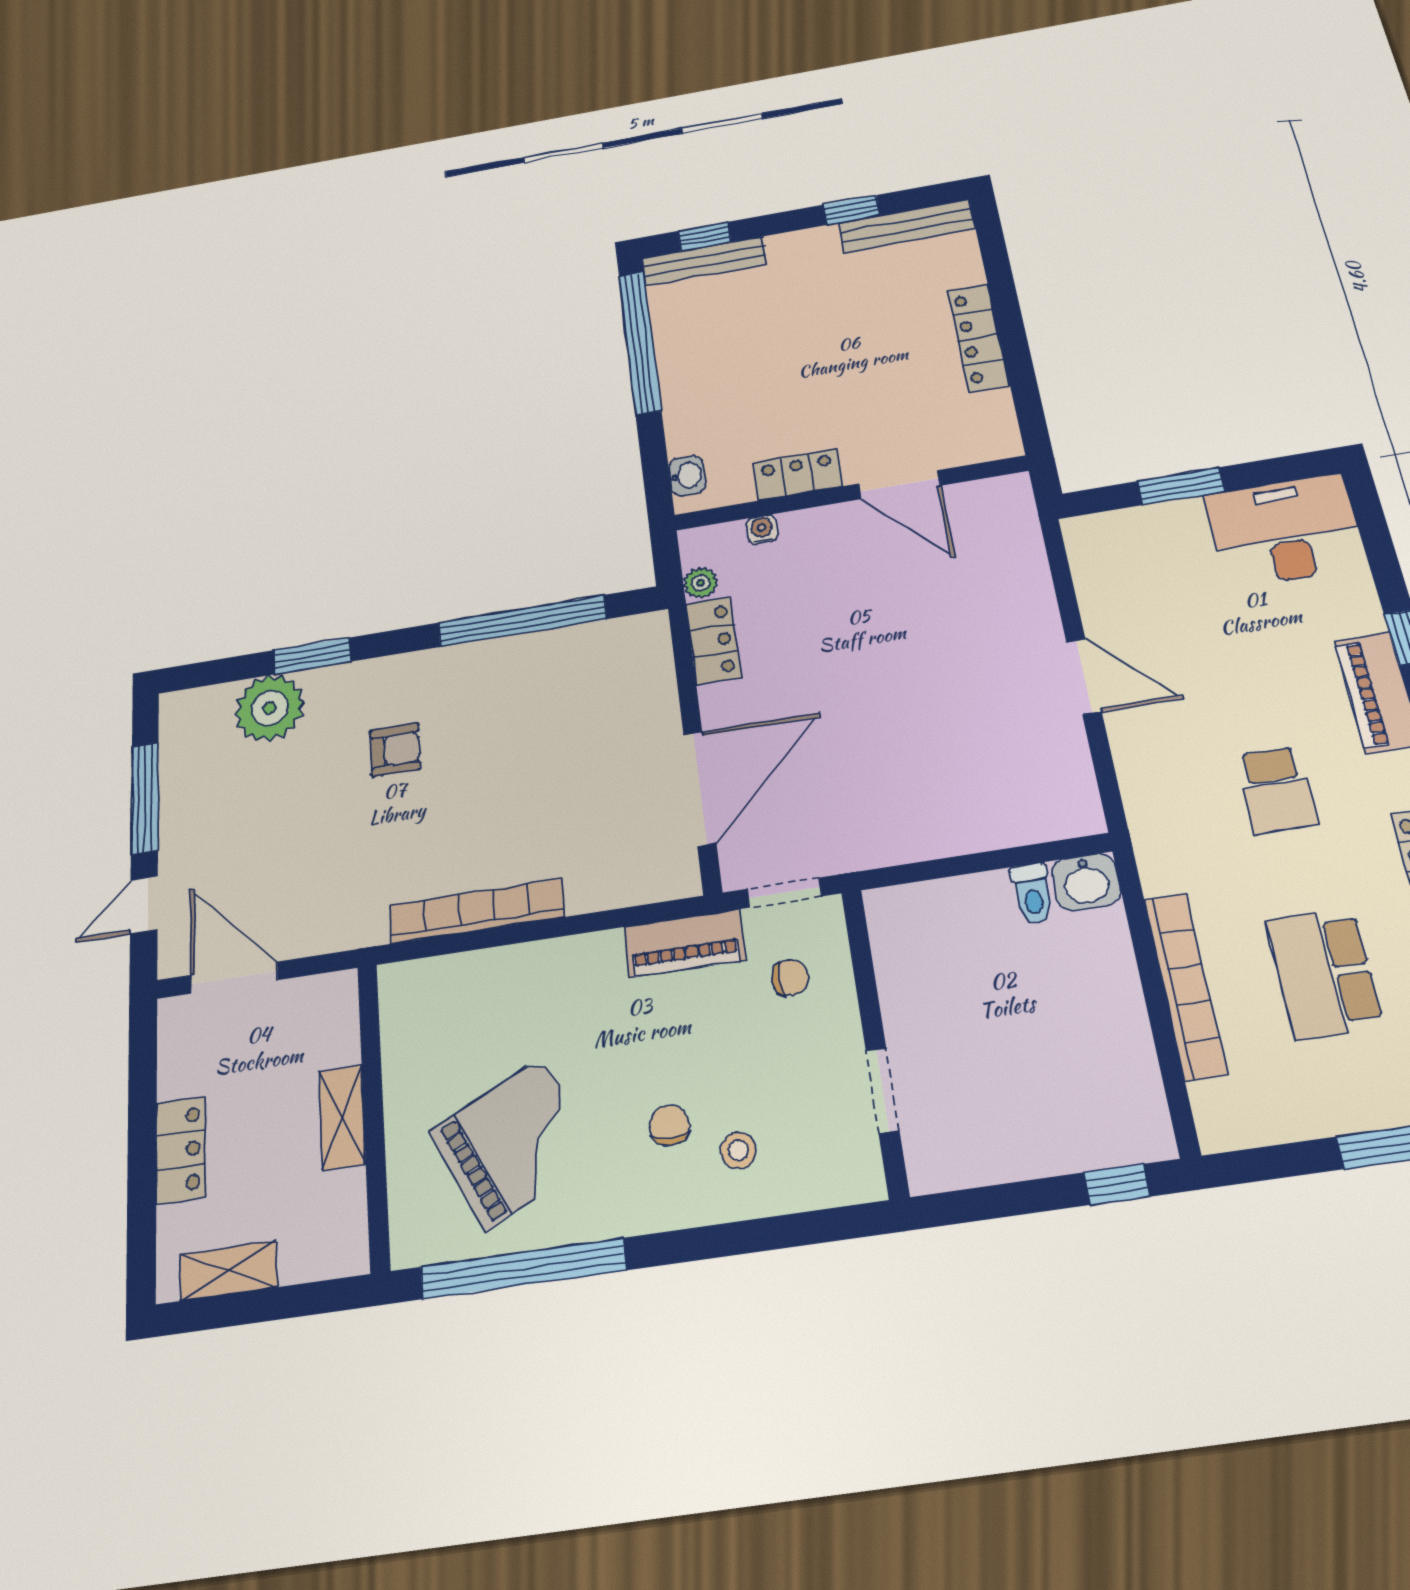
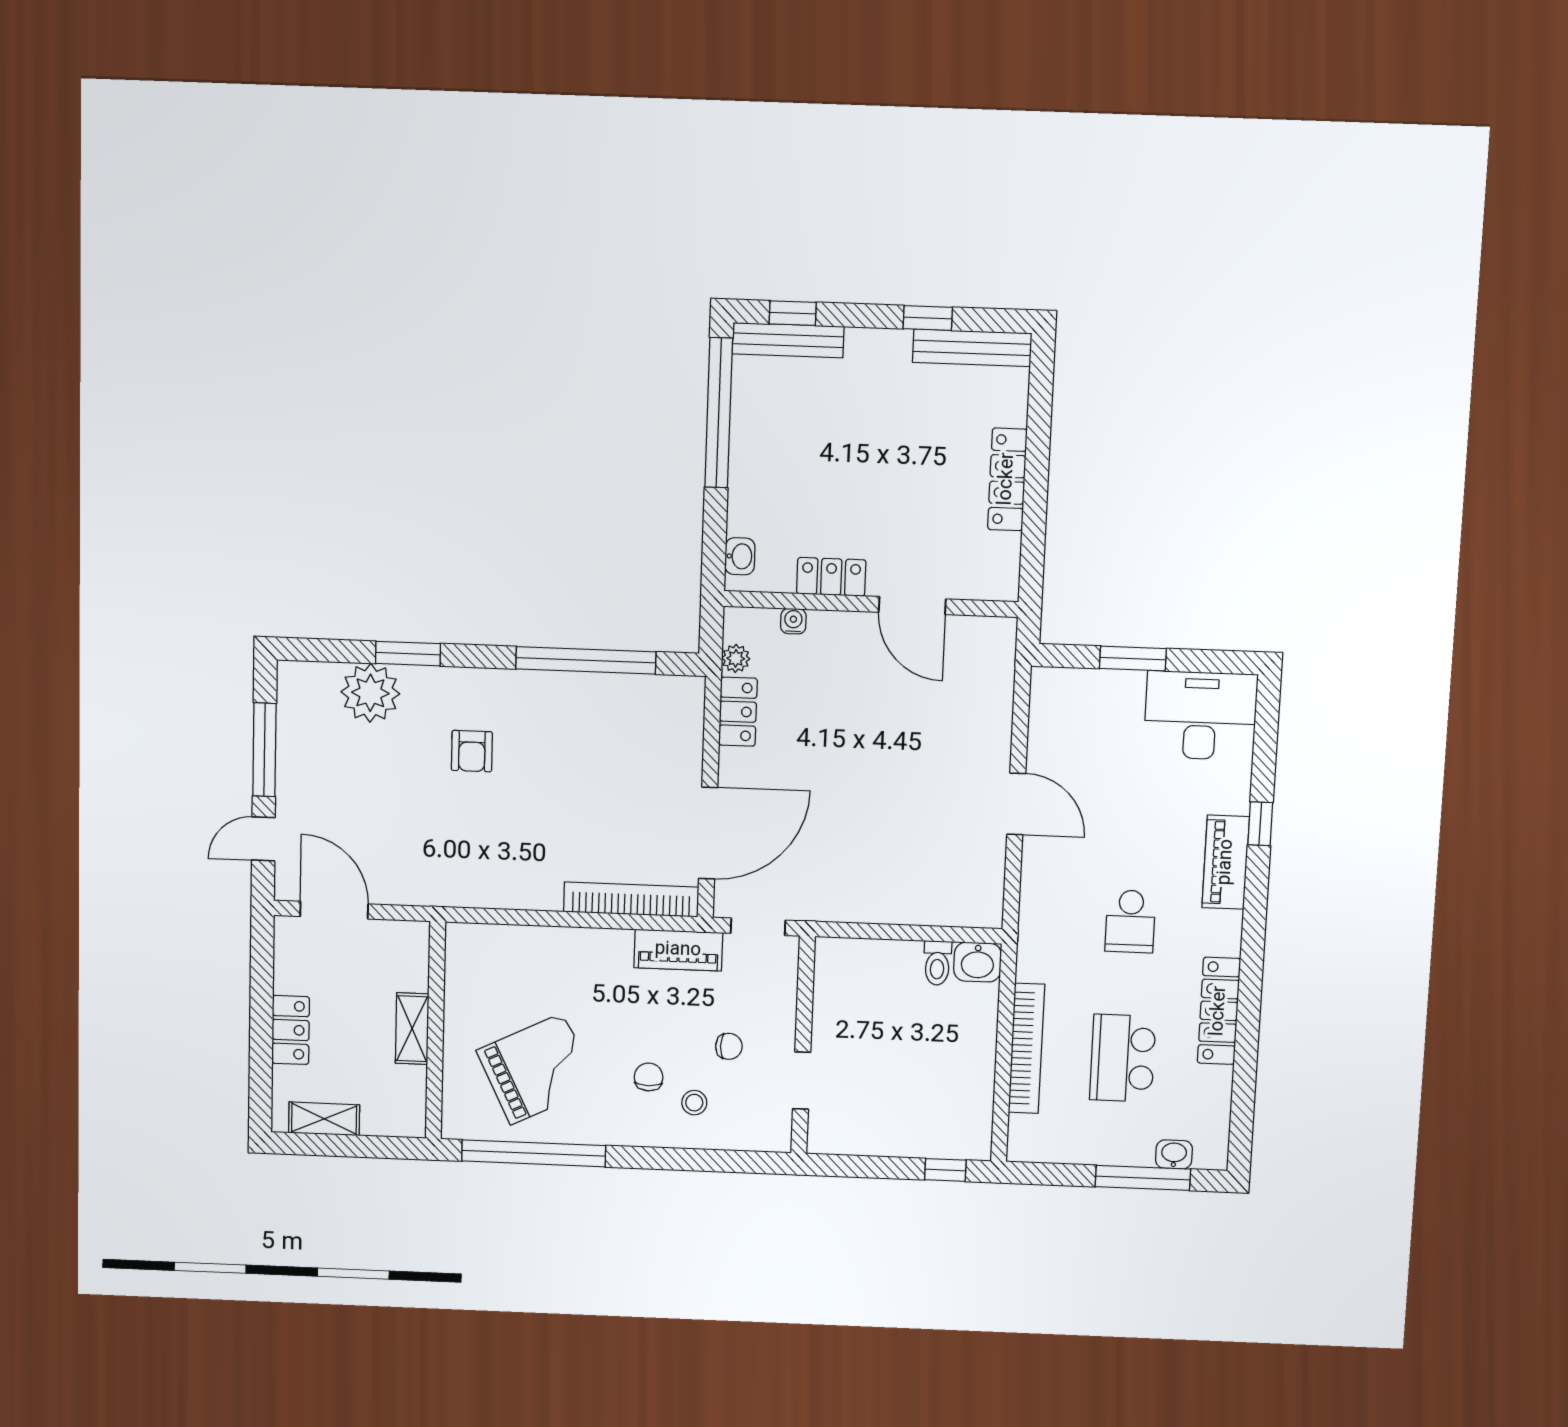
armchair: (395, 750) -> (472, 751), turned 90
bookcase: (477, 911) -> (631, 899), moved
chair: (790, 978) -> (729, 1046), moved

